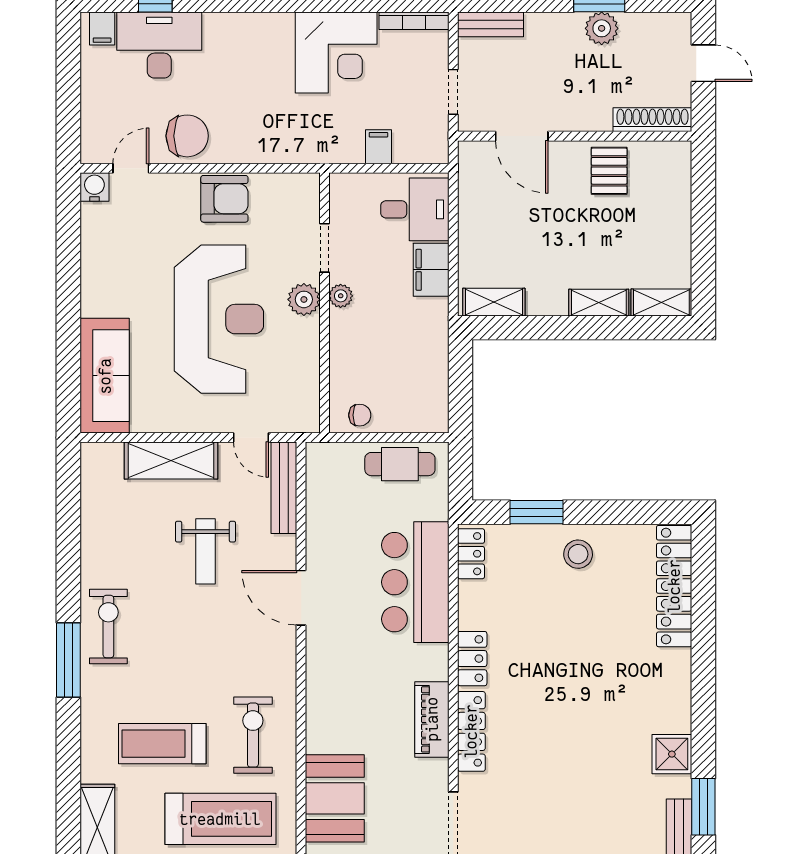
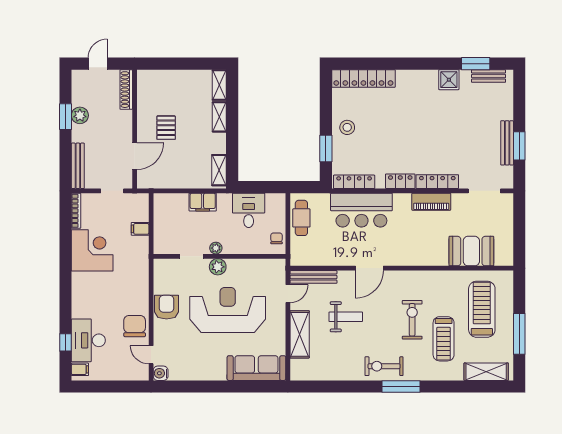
bench: (491, 24) -> (78, 166), width x1.36
pallet: (609, 171) -> (166, 128), moved, turned 90
desk: (415, 209) -> (249, 210), moved
locker: (471, 554) -> (354, 182), width x1.53
exercise bike: (253, 735) -> (412, 320), moved, turned 90

